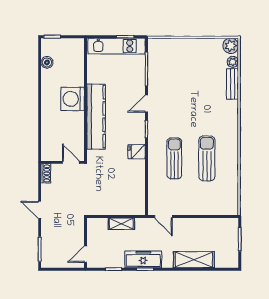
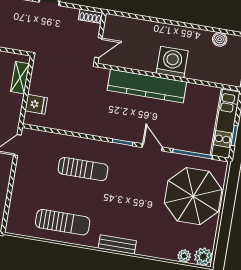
parasol: (182, 63) -> (193, 196), added
bench: (232, 84) -> (117, 244), moved
fridge: (137, 152) -> (36, 104), moved, turned 90
sun lounger: (207, 158) -> (63, 222), moved
shelving: (121, 224) -> (20, 78), moved

